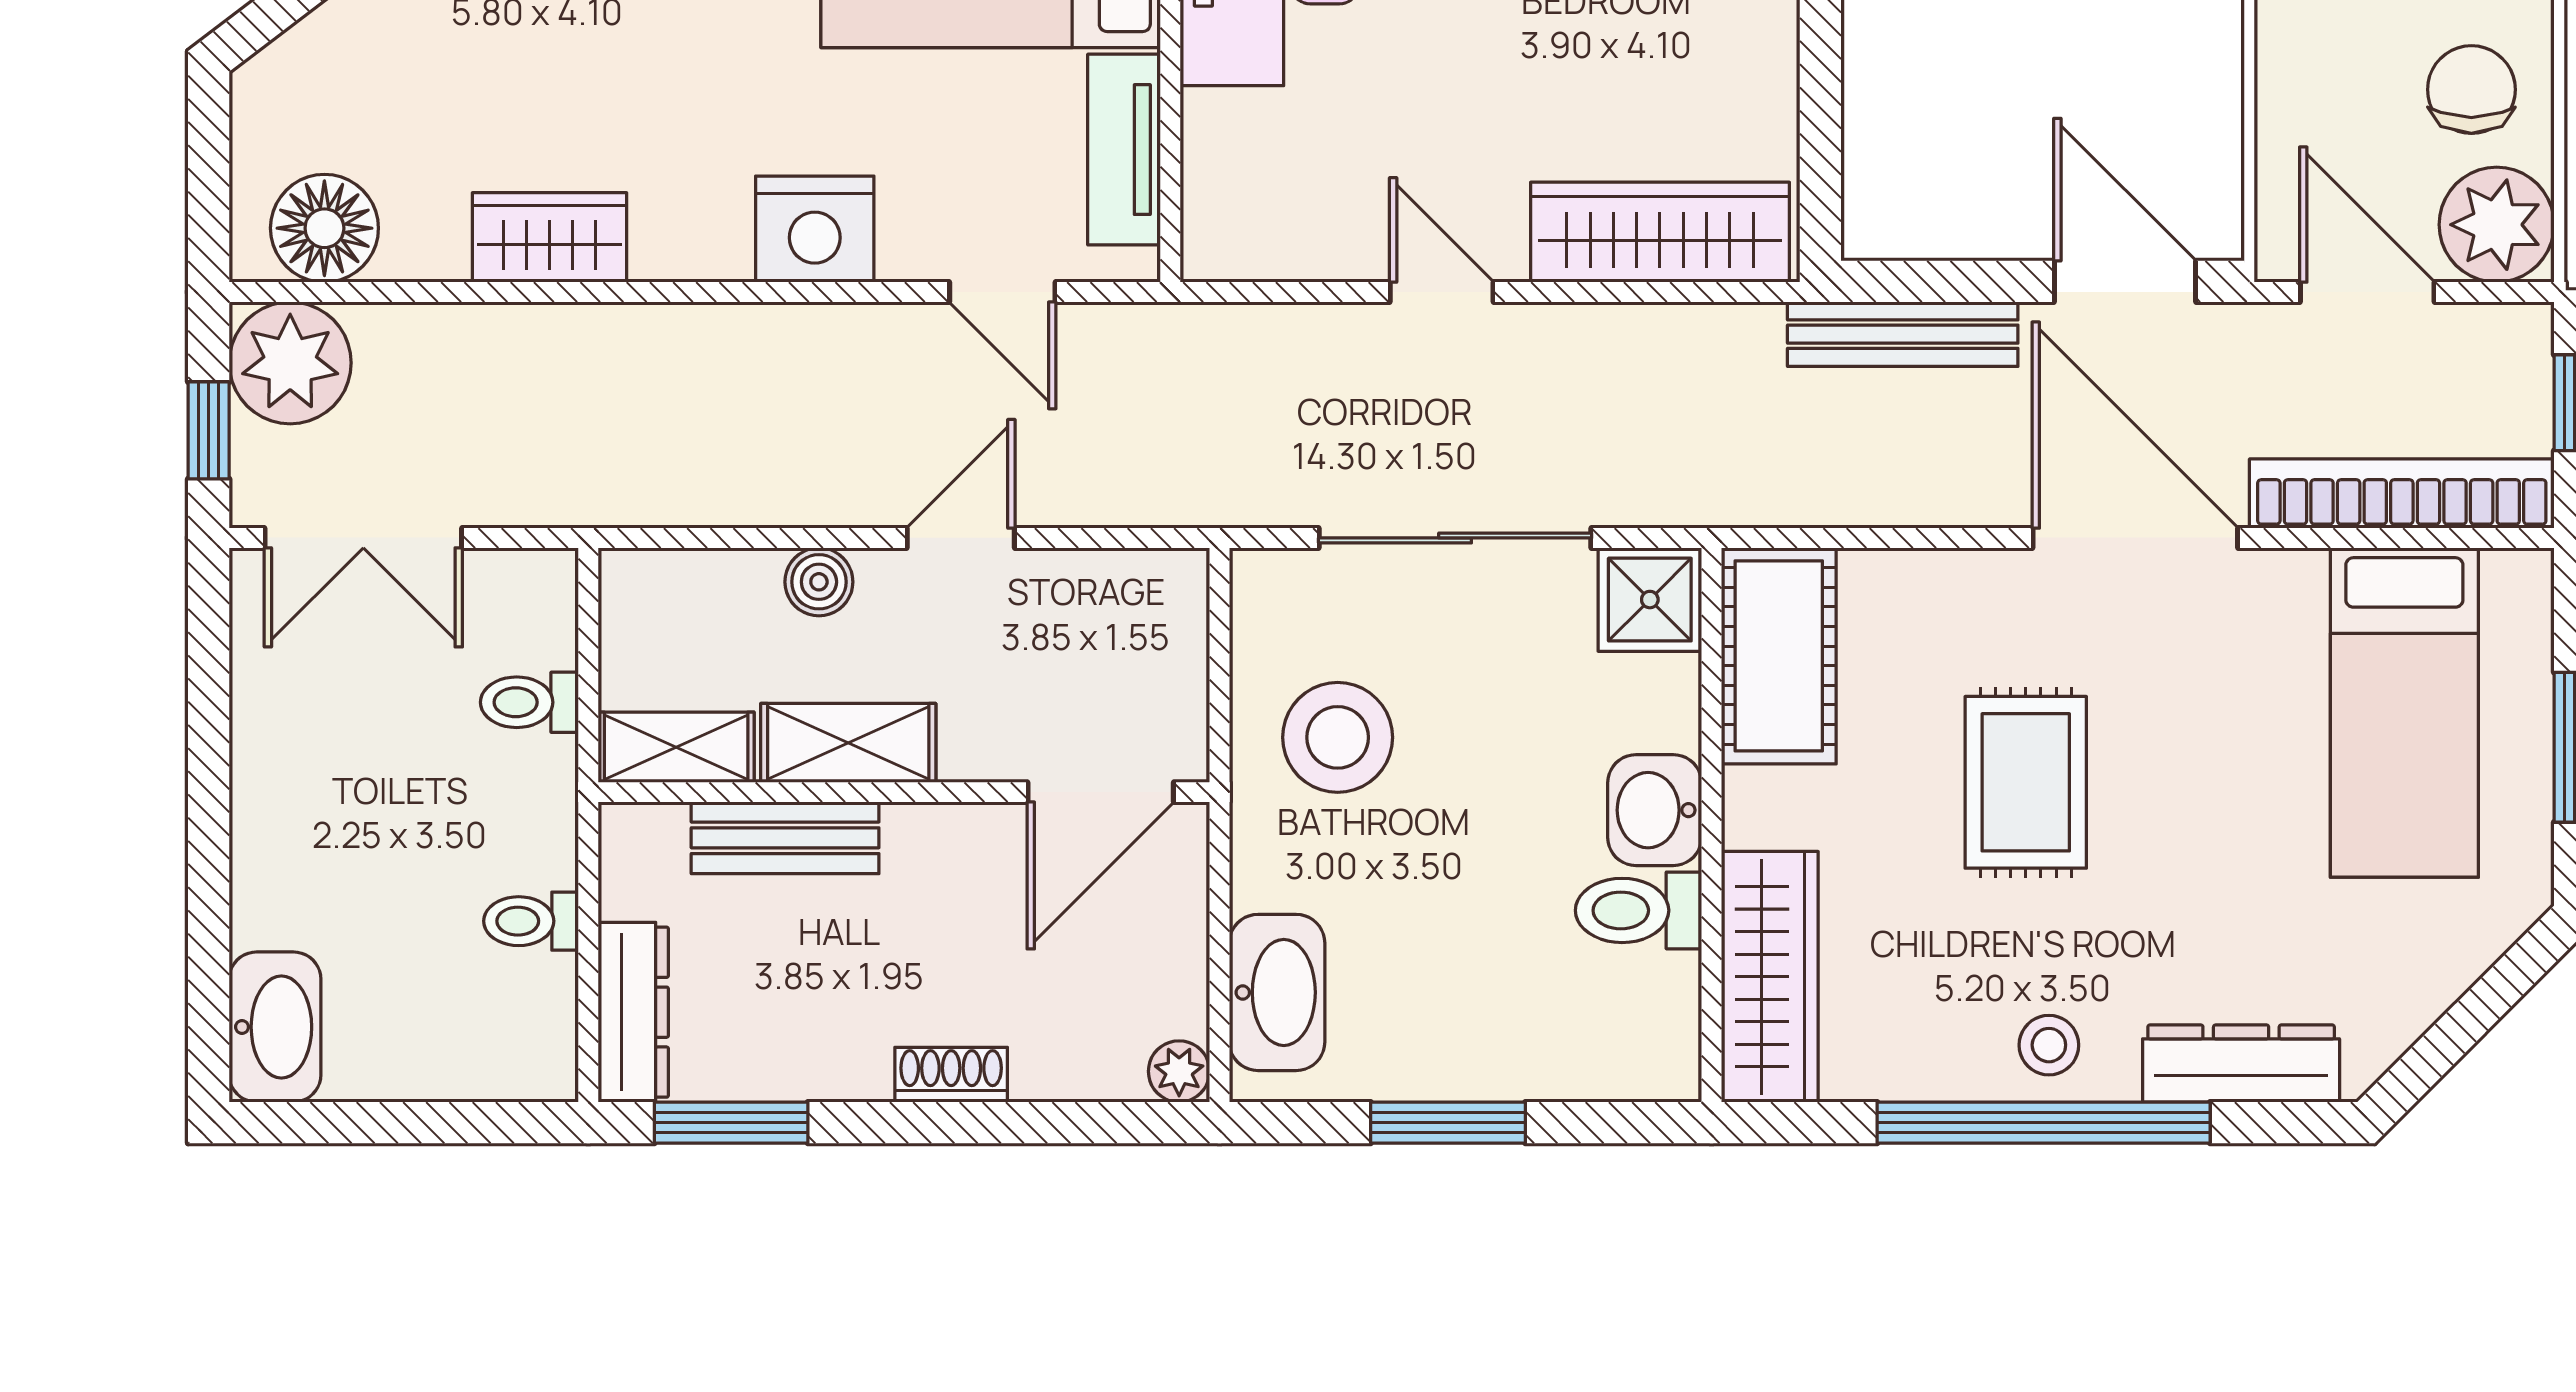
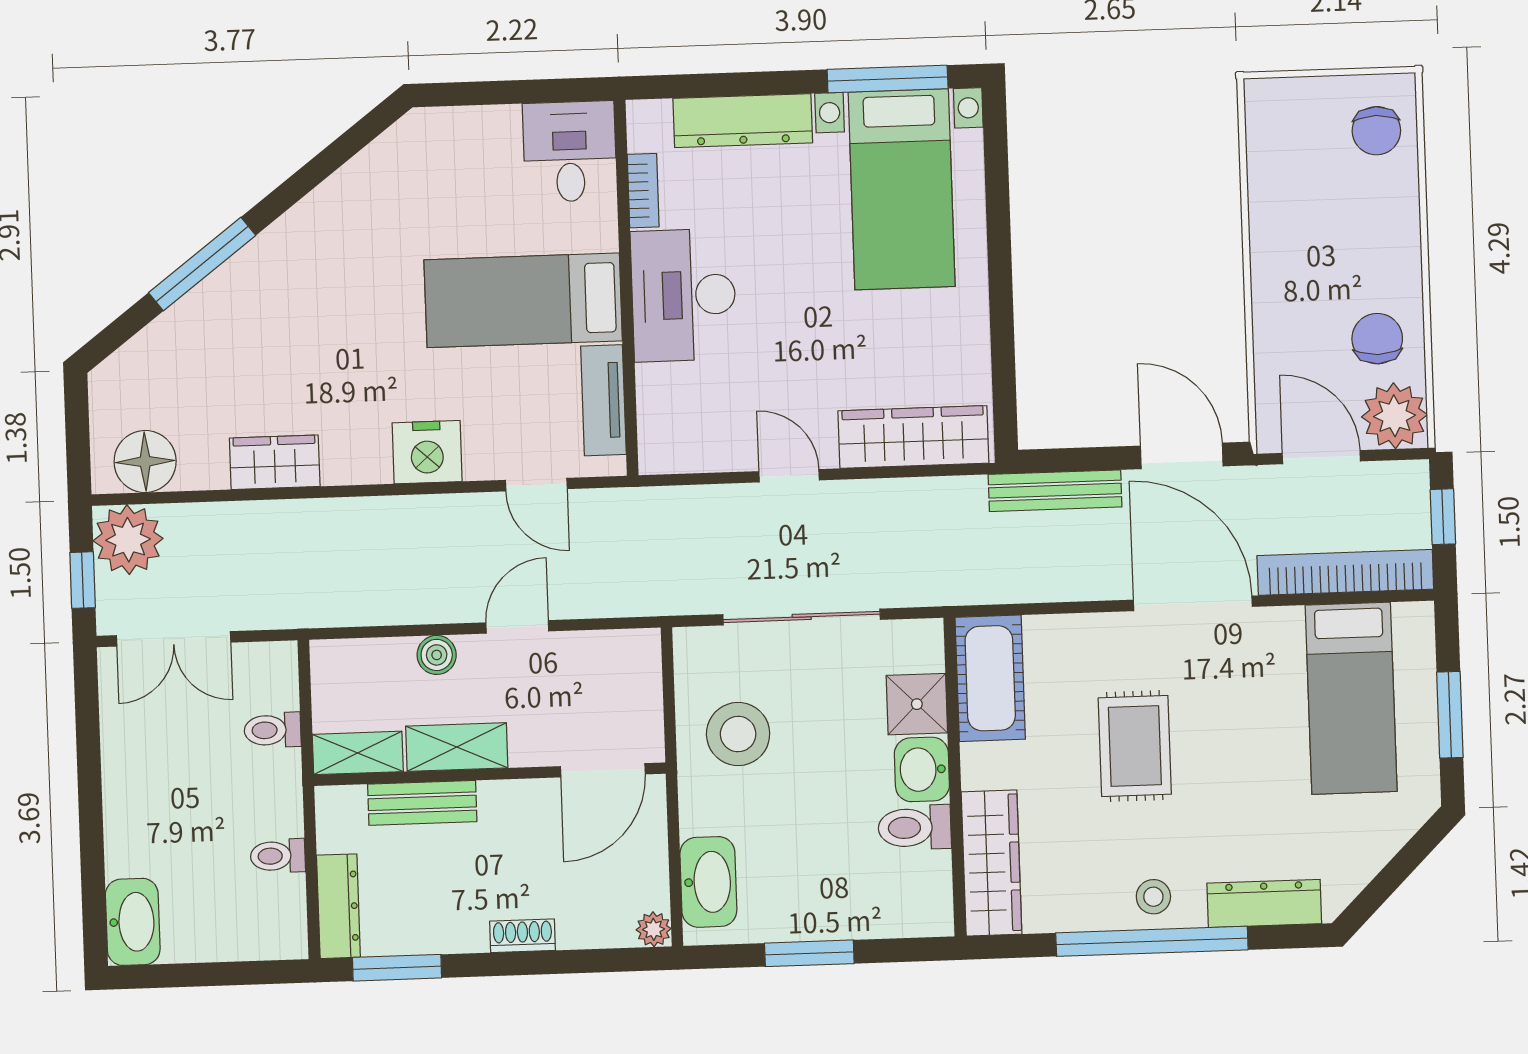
shower: (1650, 600) -> (917, 704), moved

